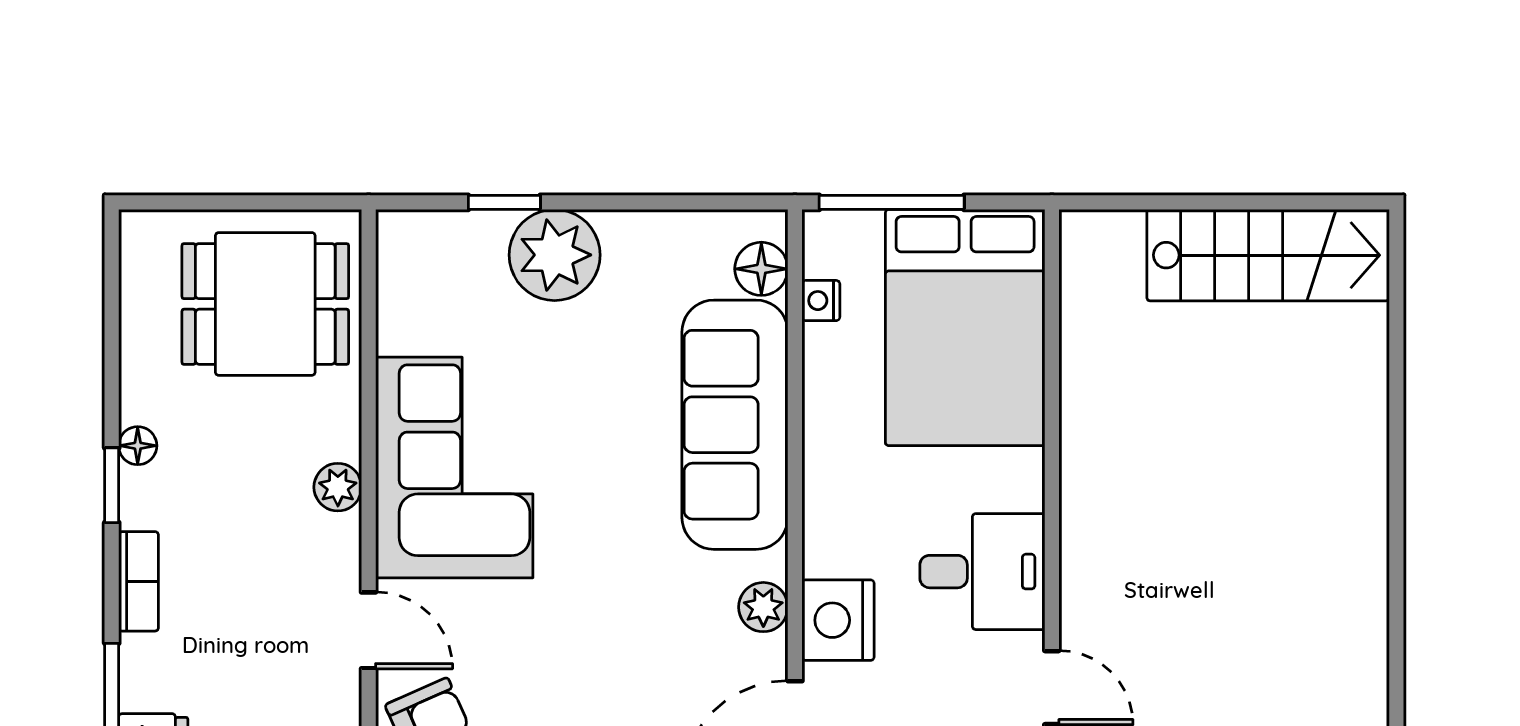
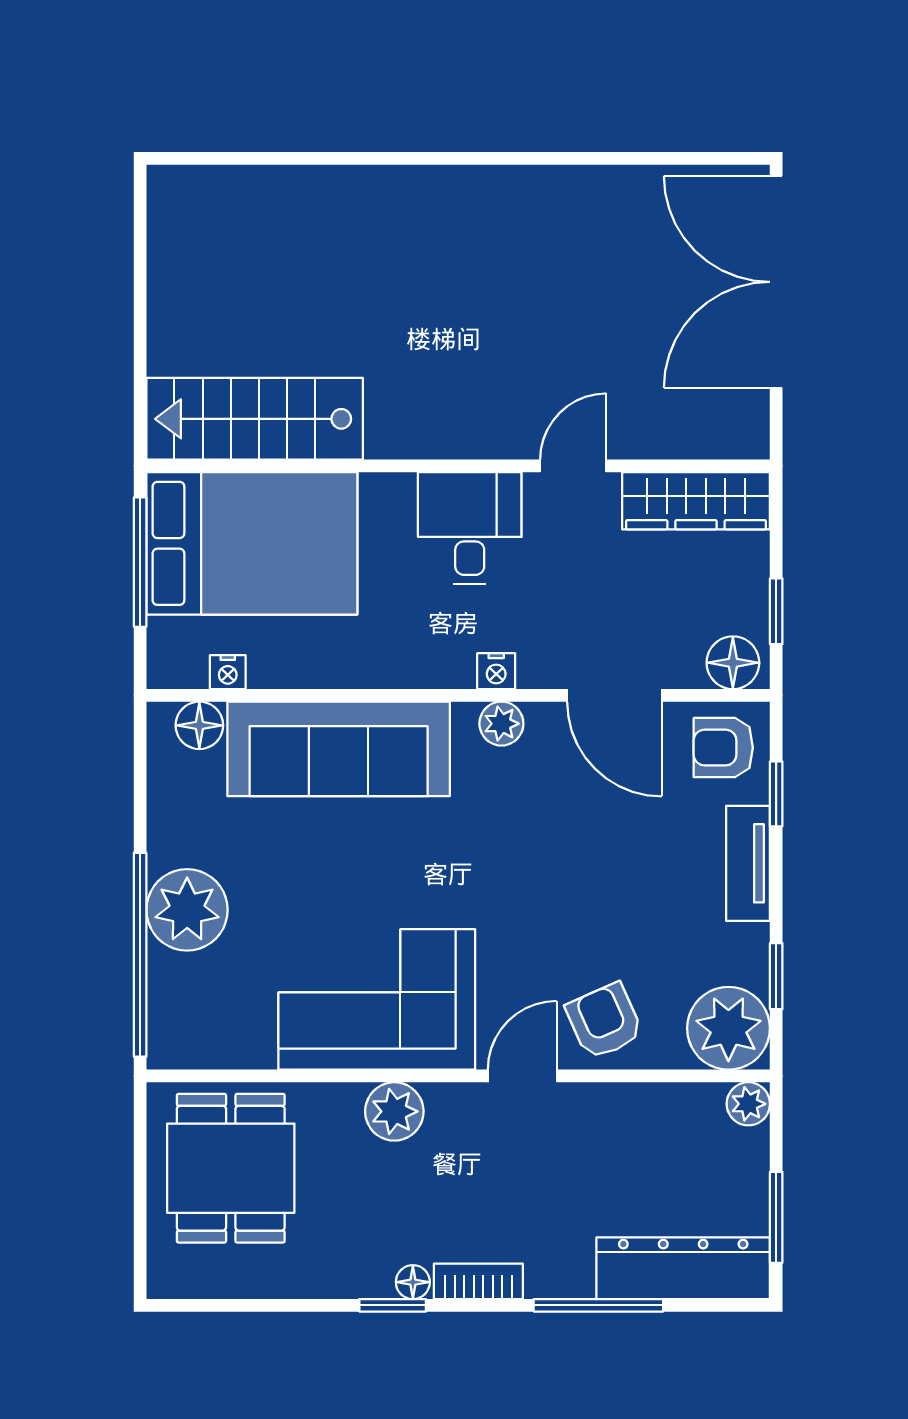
window: (504, 202) -> (140, 955), width x3.17
window: (892, 202) -> (140, 562), moved
stairs: (1268, 255) -> (255, 419), moved, turned -90
floor lamp: (138, 446) -> (413, 1282), moved
plant: (338, 487) -> (394, 1111), width x1.38, depth x1.38
nightstand: (838, 620) -> (496, 671), width x0.53, depth x0.56

